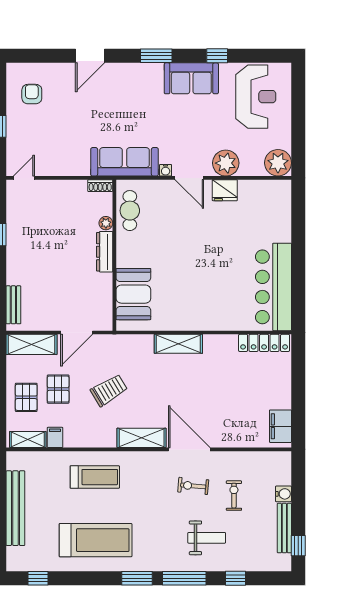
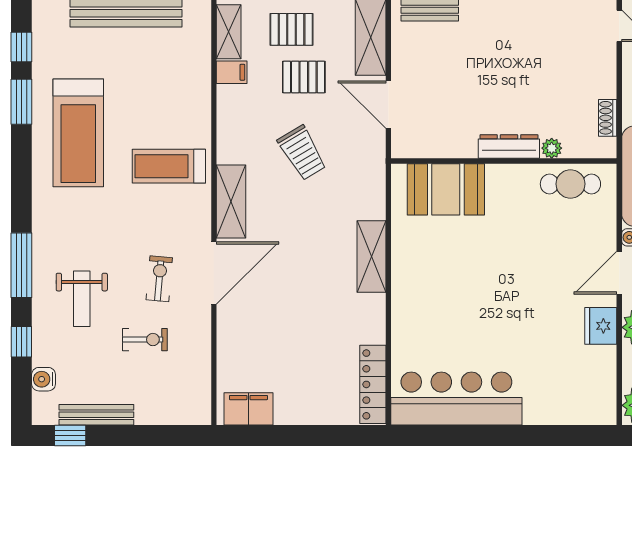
shoe rack: (100, 186) -> (608, 118), moved
treadmill: (95, 477) -> (169, 166), moved, turned 90
water cooler: (283, 494) -> (44, 379), moved, turned 90
window: (137, 578) -> (21, 102), moved

